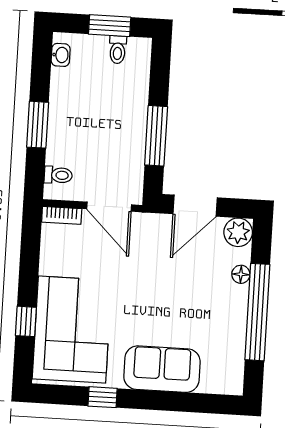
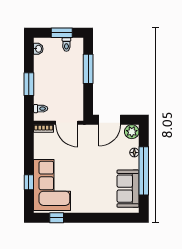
window: (156, 136) -> (88, 69), moved
sofa: (162, 369) -> (128, 189), moved, turned -90
window: (103, 397) -> (57, 218), moved

